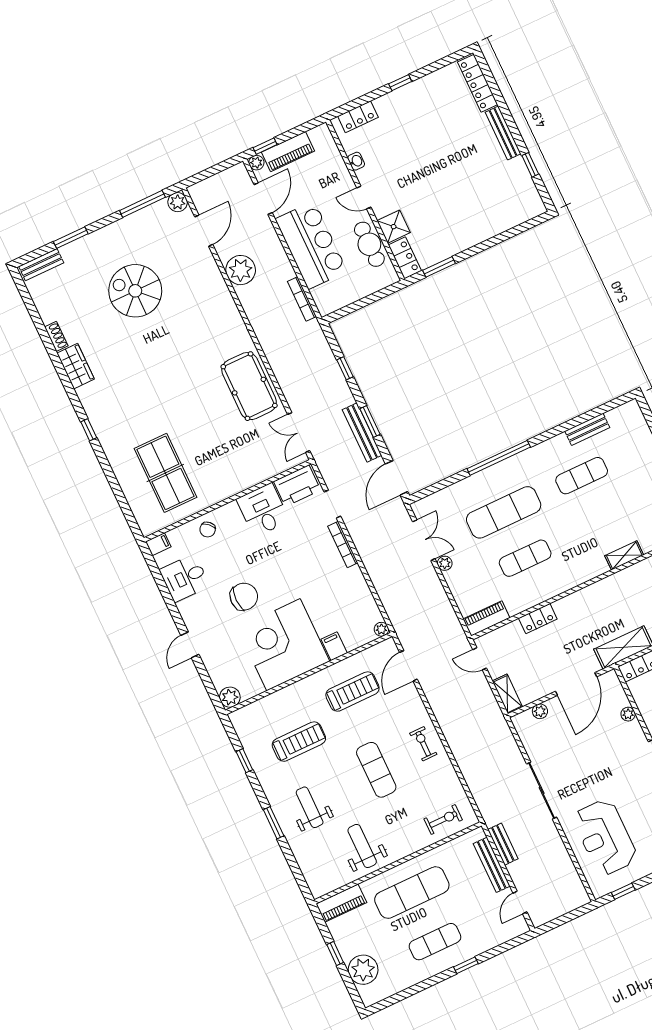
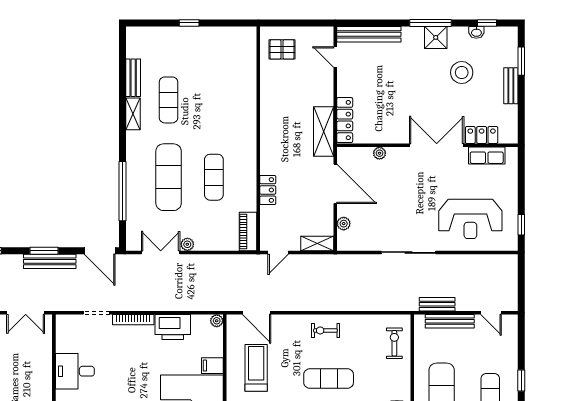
window: (499, 458) -> (123, 191), moved
printer: (297, 486) -> (173, 327), moved, turned 90
shelving: (624, 555) -> (133, 114), moved

